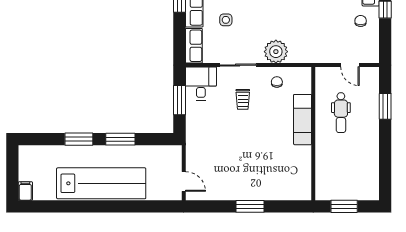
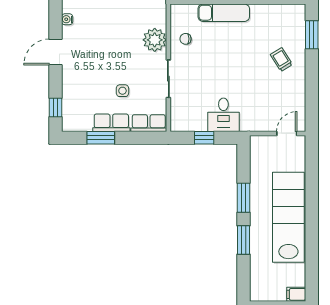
desk: (201, 83) -> (223, 115), moved, turned -90
trolley: (243, 99) -> (281, 60), moved, turned -122
window: (179, 100) -> (204, 138), width x0.67
window: (250, 206) -> (312, 35), moved

